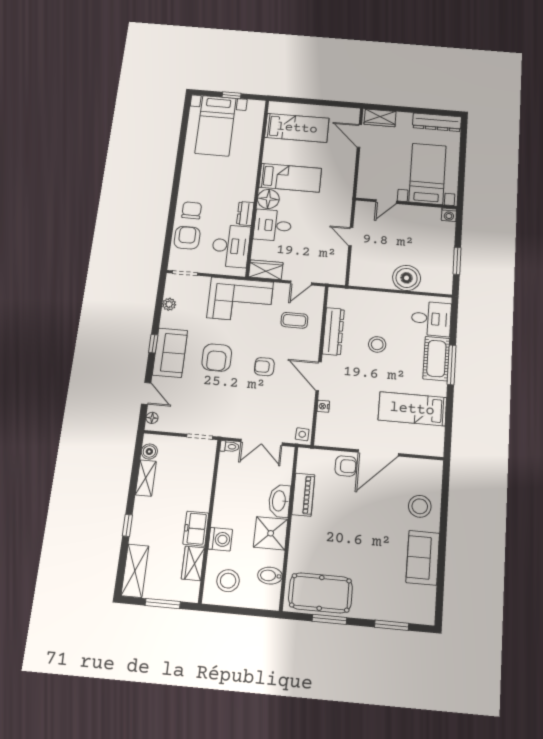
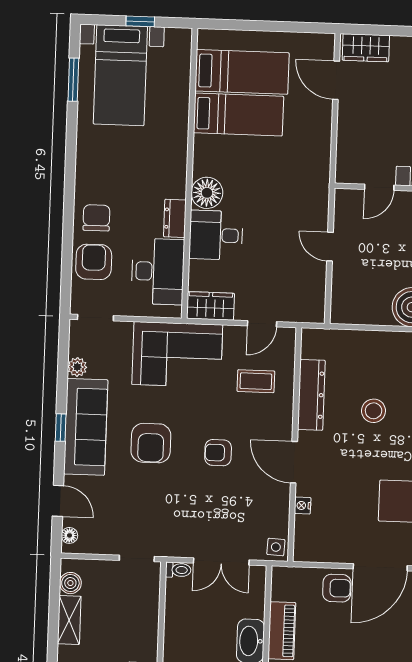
window: (184, 127) -> (73, 80), added
bed: (290, 178) -> (239, 115), moved
sofa: (170, 353) -> (86, 427), width x1.36

